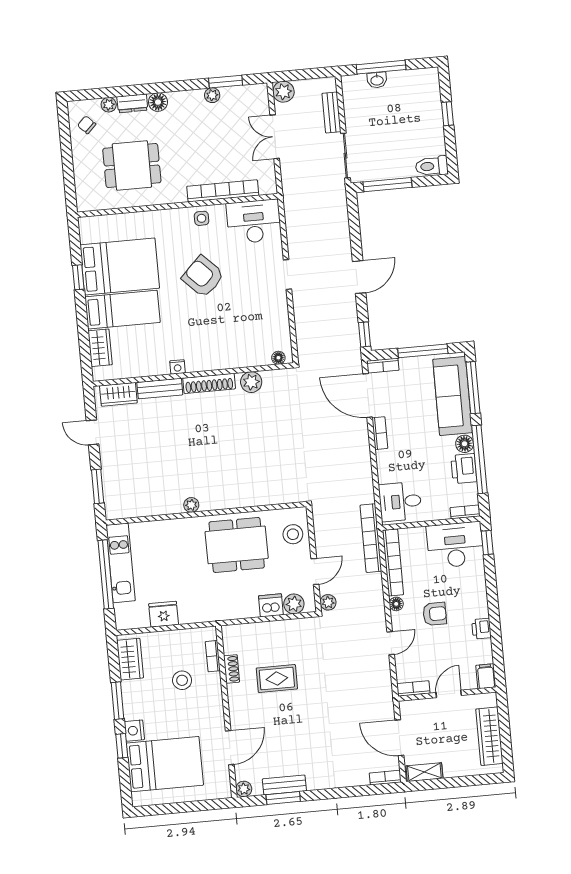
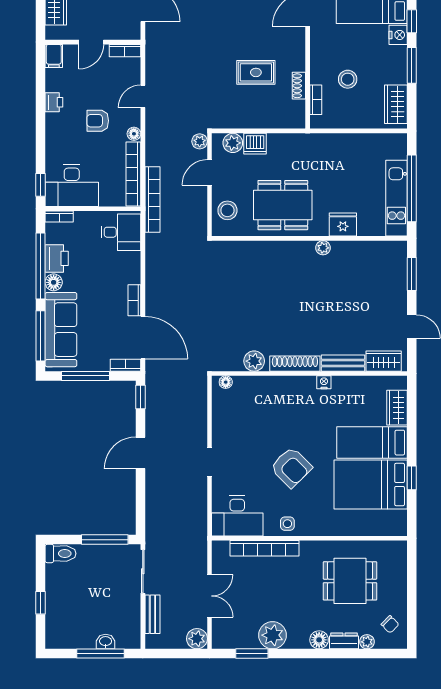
plant: (212, 95) -> (273, 635), width x1.88, depth x1.88
fridge: (164, 614) -> (343, 225), moved, turned 180

